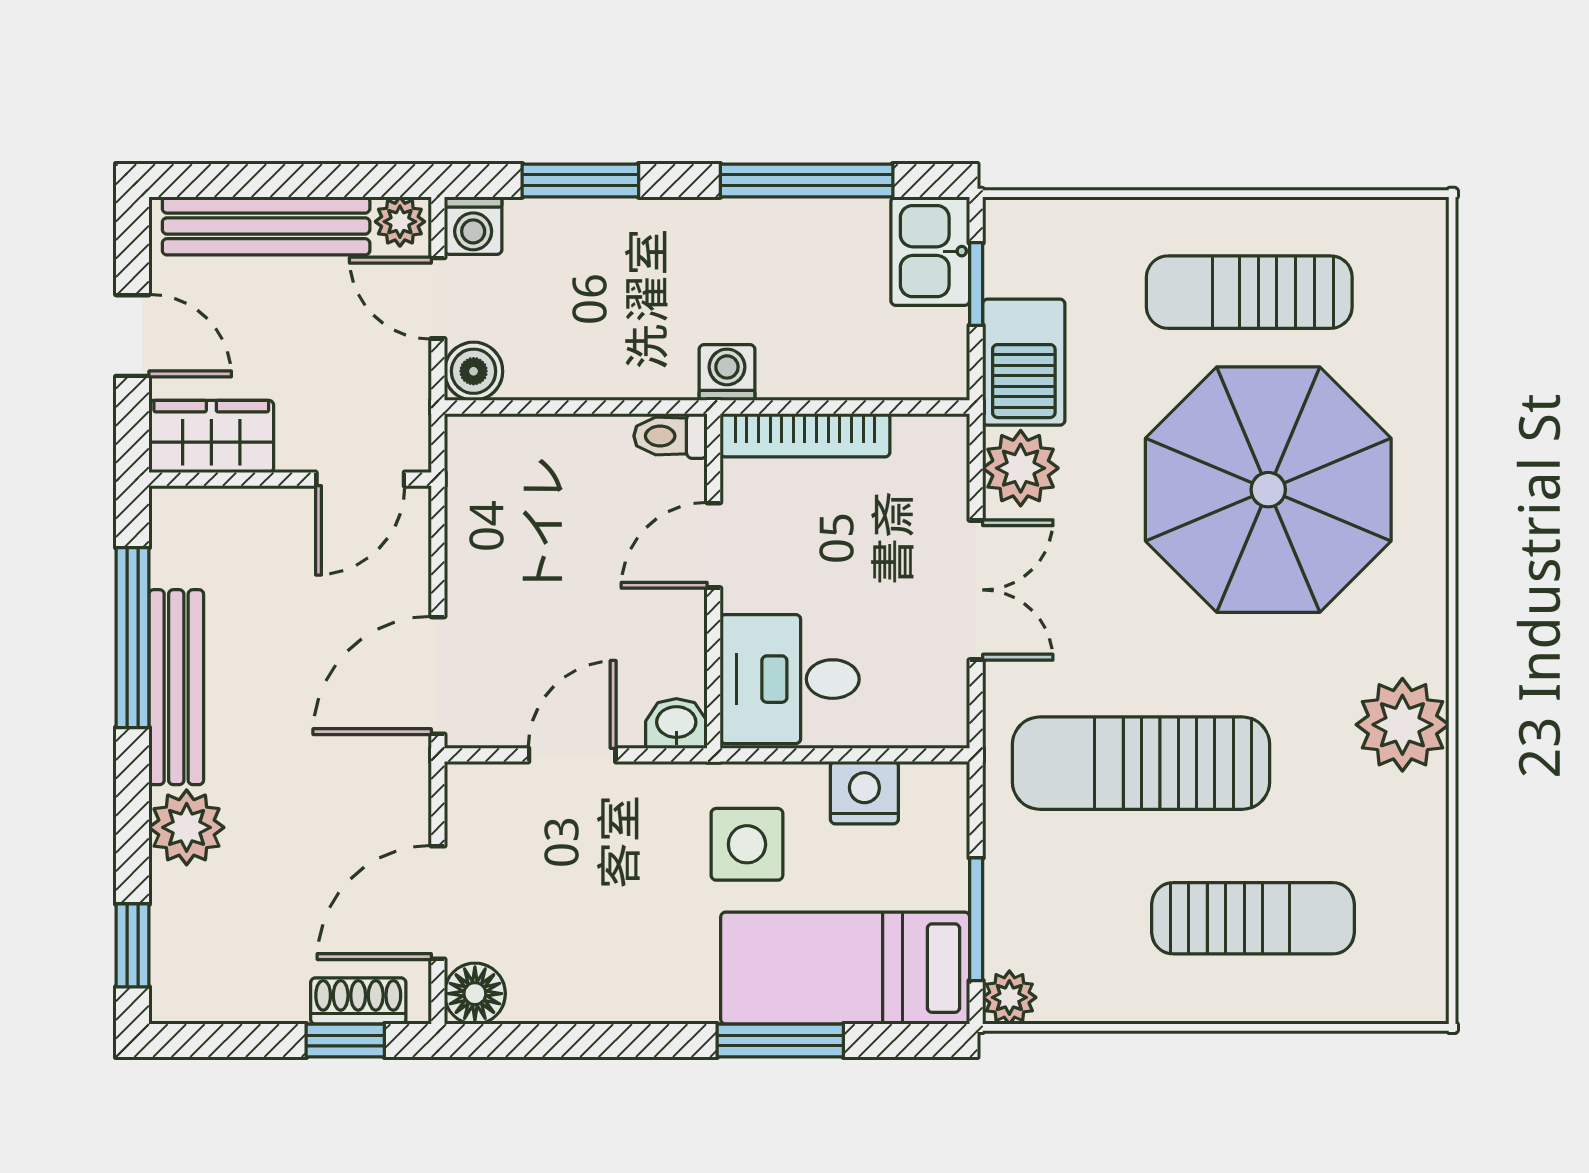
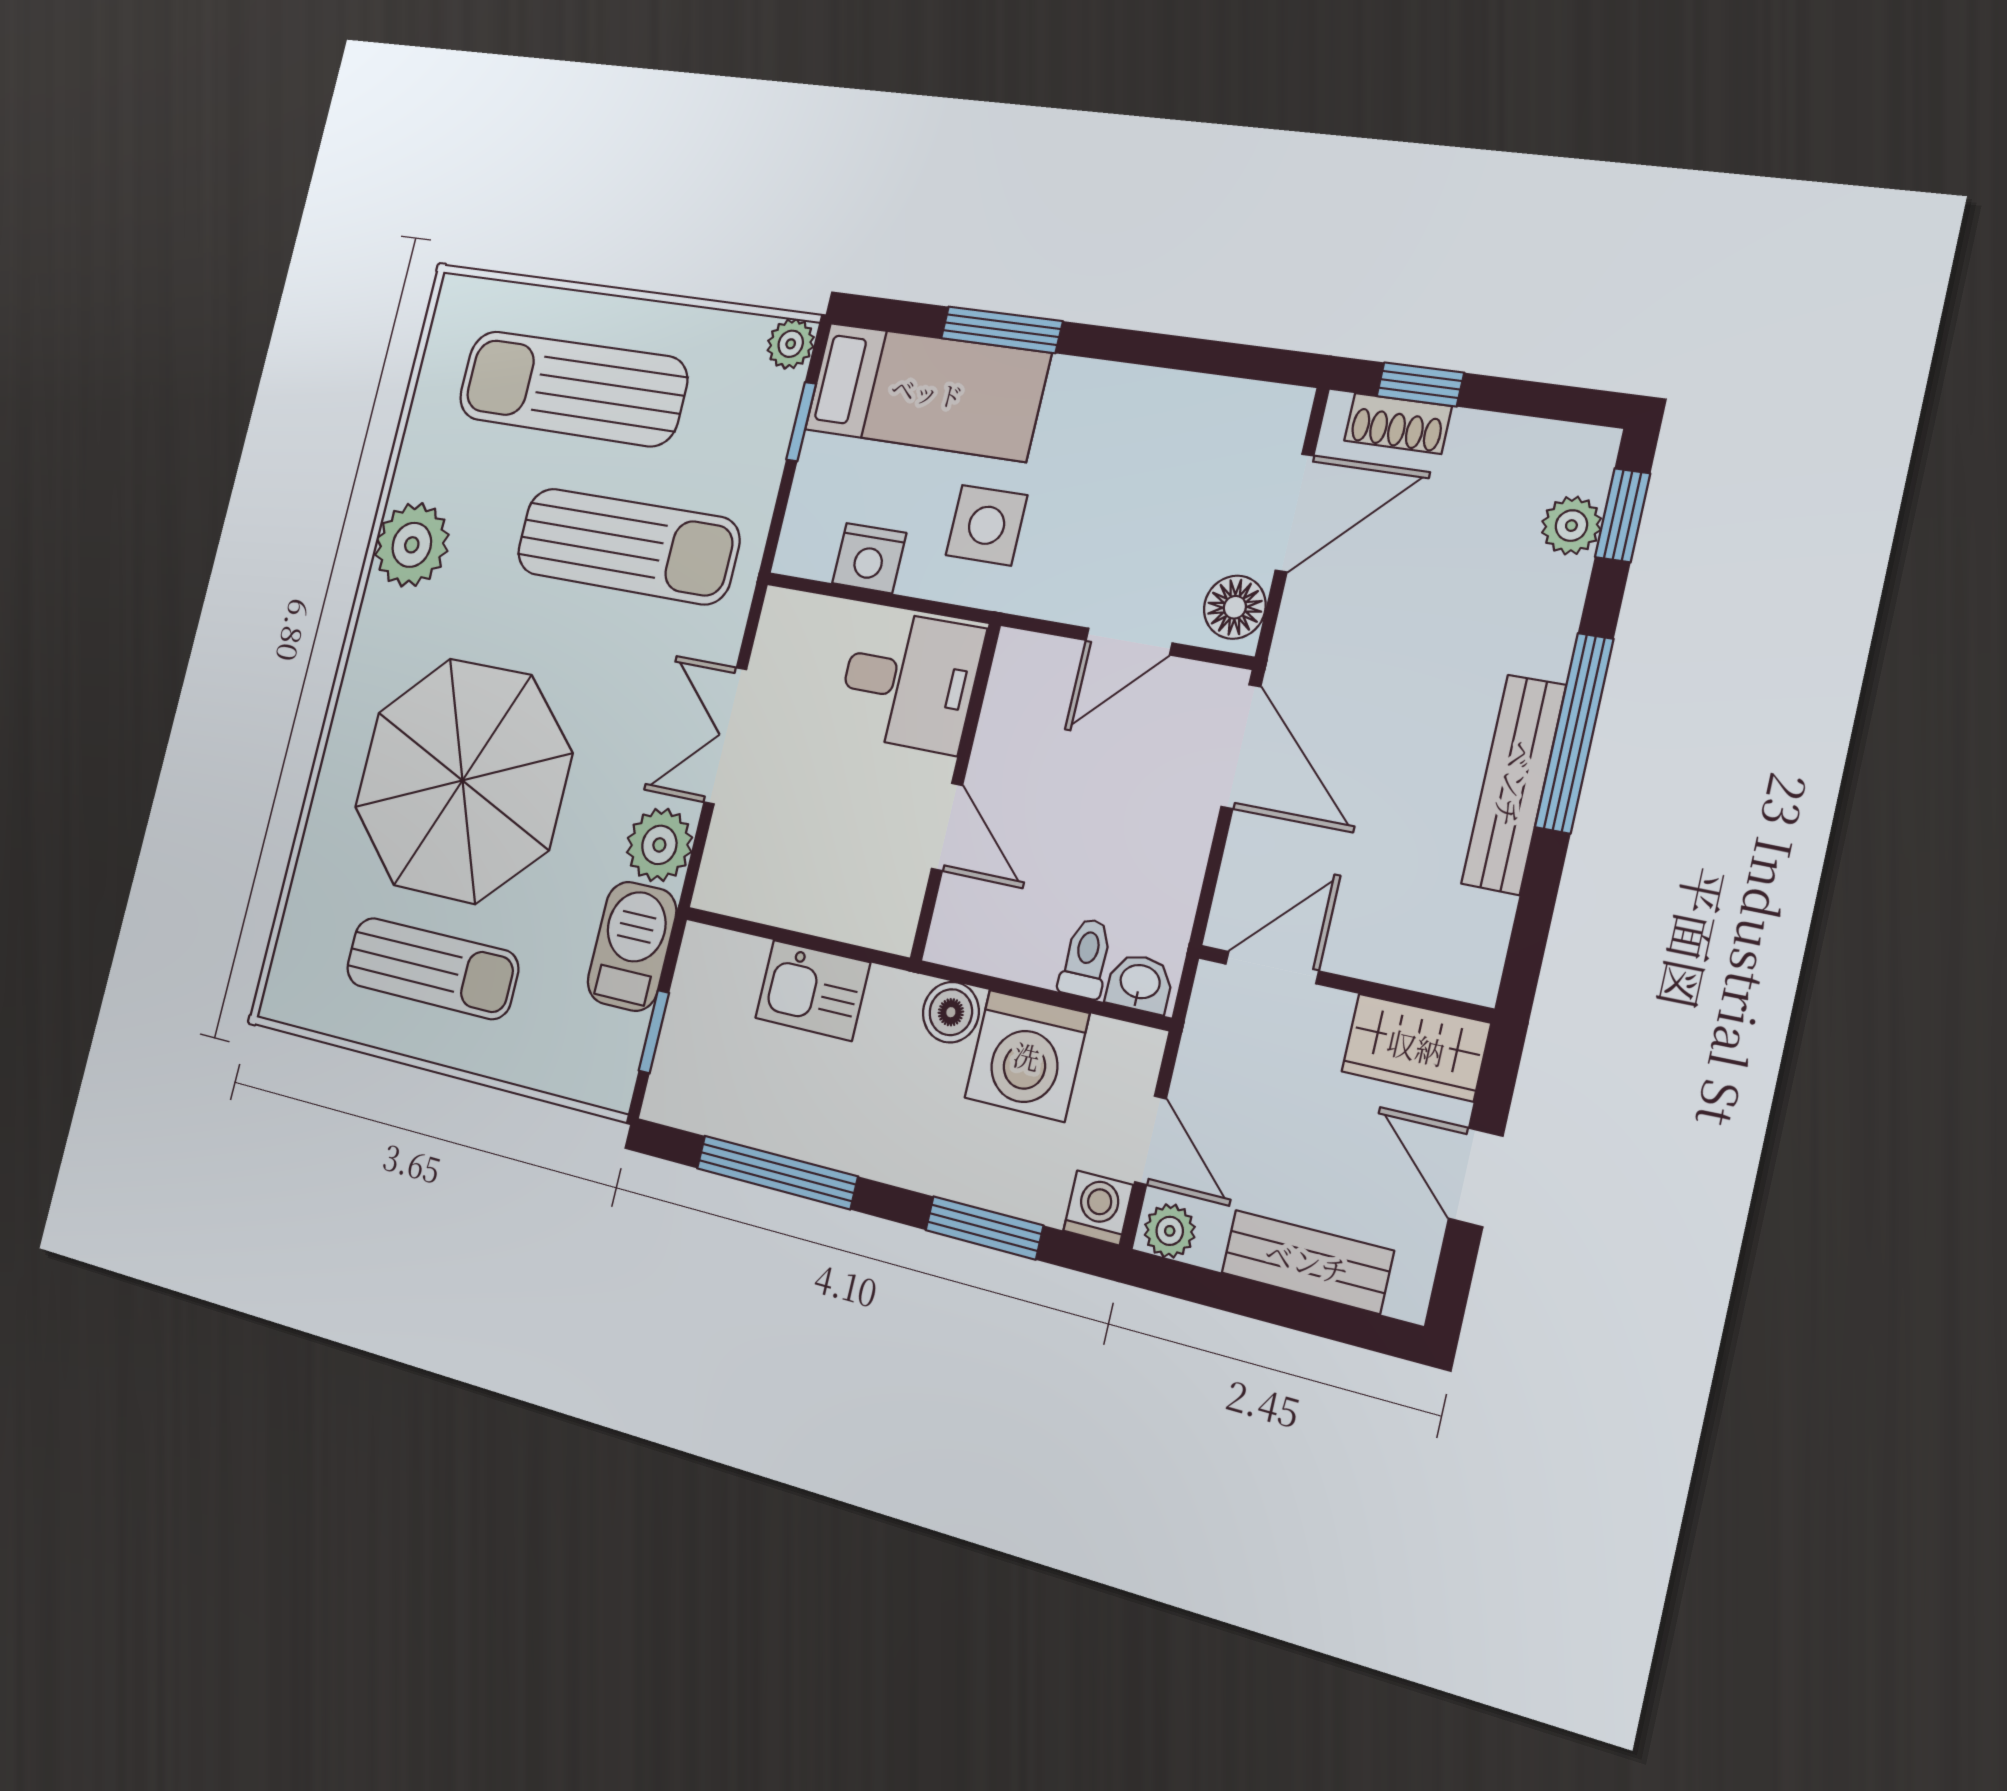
bench: (266, 226) -> (1307, 1262), width x0.73
kitchen sink: (930, 251) -> (813, 990), moved, turned 90
boiler: (474, 371) -> (951, 1012), moved
washing machine: (727, 373) -> (1027, 1056), moved, width x1.89, depth x1.89
bookcase: (805, 435) -> (838, 919), removed
toilet: (670, 436) -> (1086, 958), moved, turned -90
door: (714, 545) -> (947, 827), hinge flipped
window: (133, 638) -> (1574, 733), moved
door: (438, 675) -> (1241, 747), hinge flipped
washbasin: (676, 724) -> (1140, 983), moved, turned 180
plant: (187, 827) -> (1571, 526), moved, width x0.73, depth x0.73
sun lounger: (1253, 918) -> (572, 388), width x1.36, depth x1.34
window: (976, 919) -> (801, 422), width x0.67
floor lamp: (475, 994) -> (1235, 607), moved

